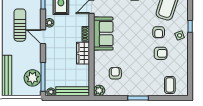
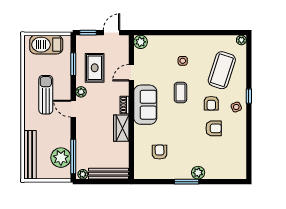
coffee table: (170, 85) -> (180, 92), moved
plant: (99, 91) -> (198, 173), moved

